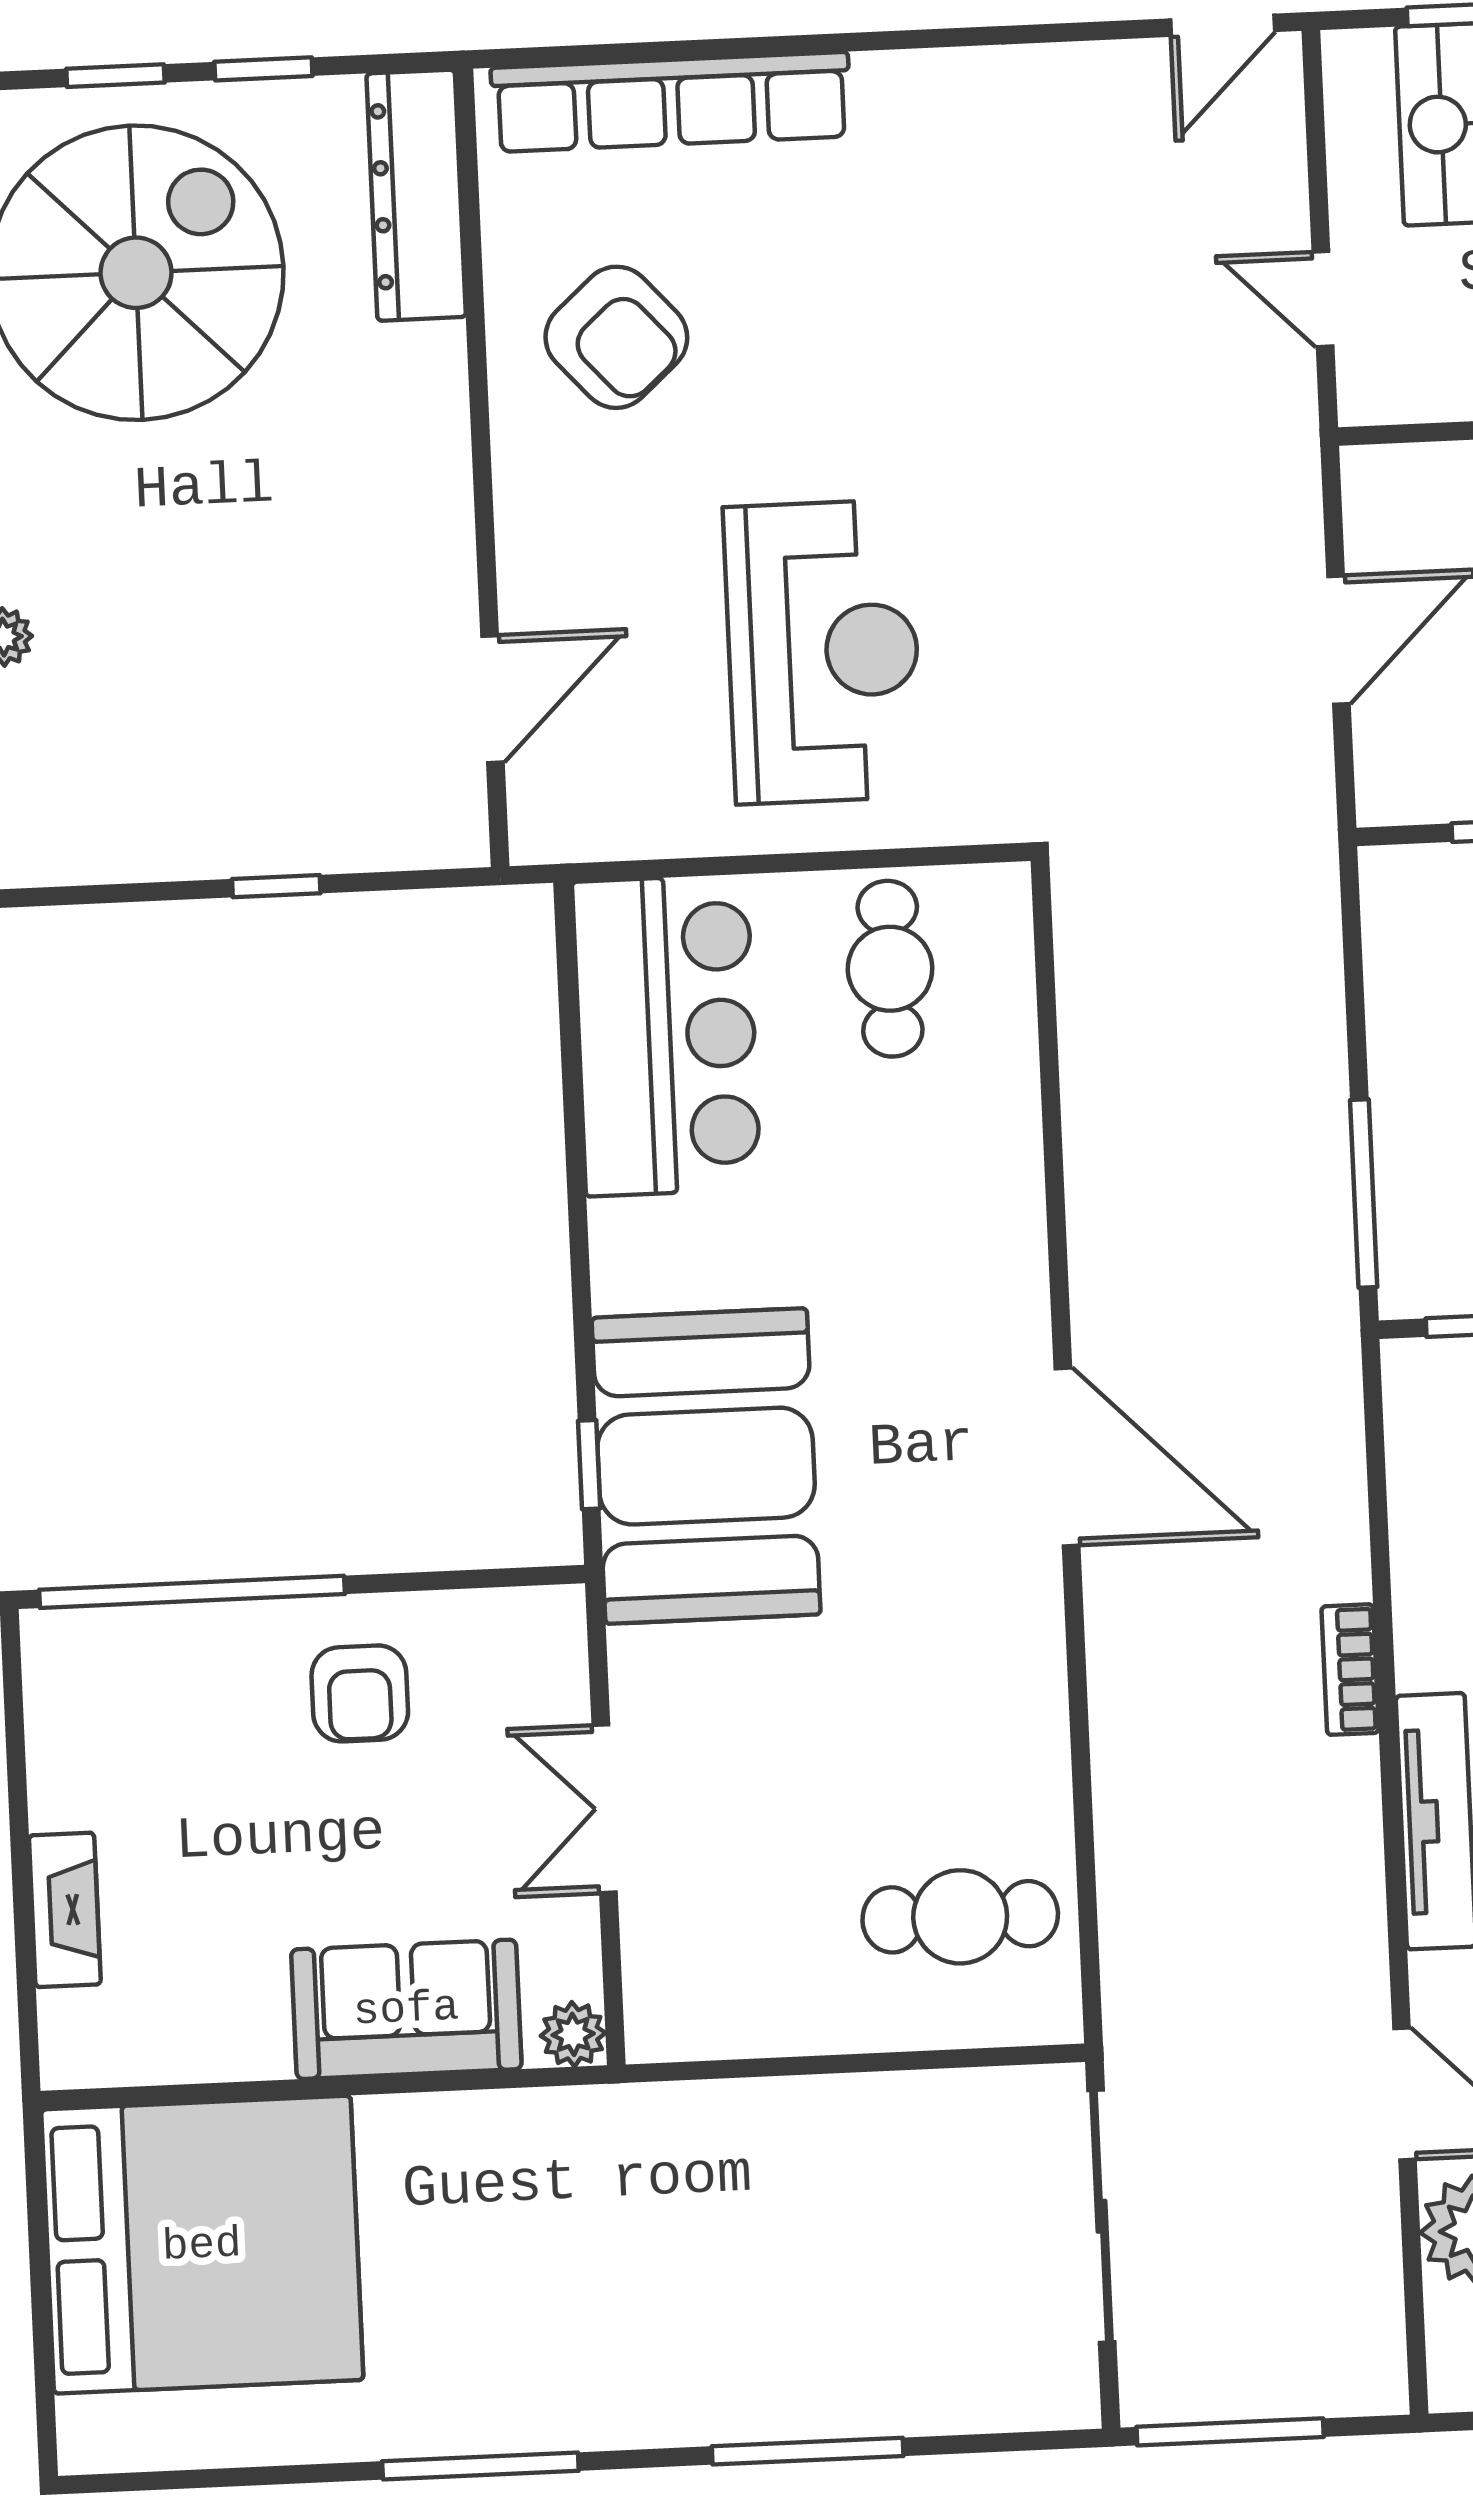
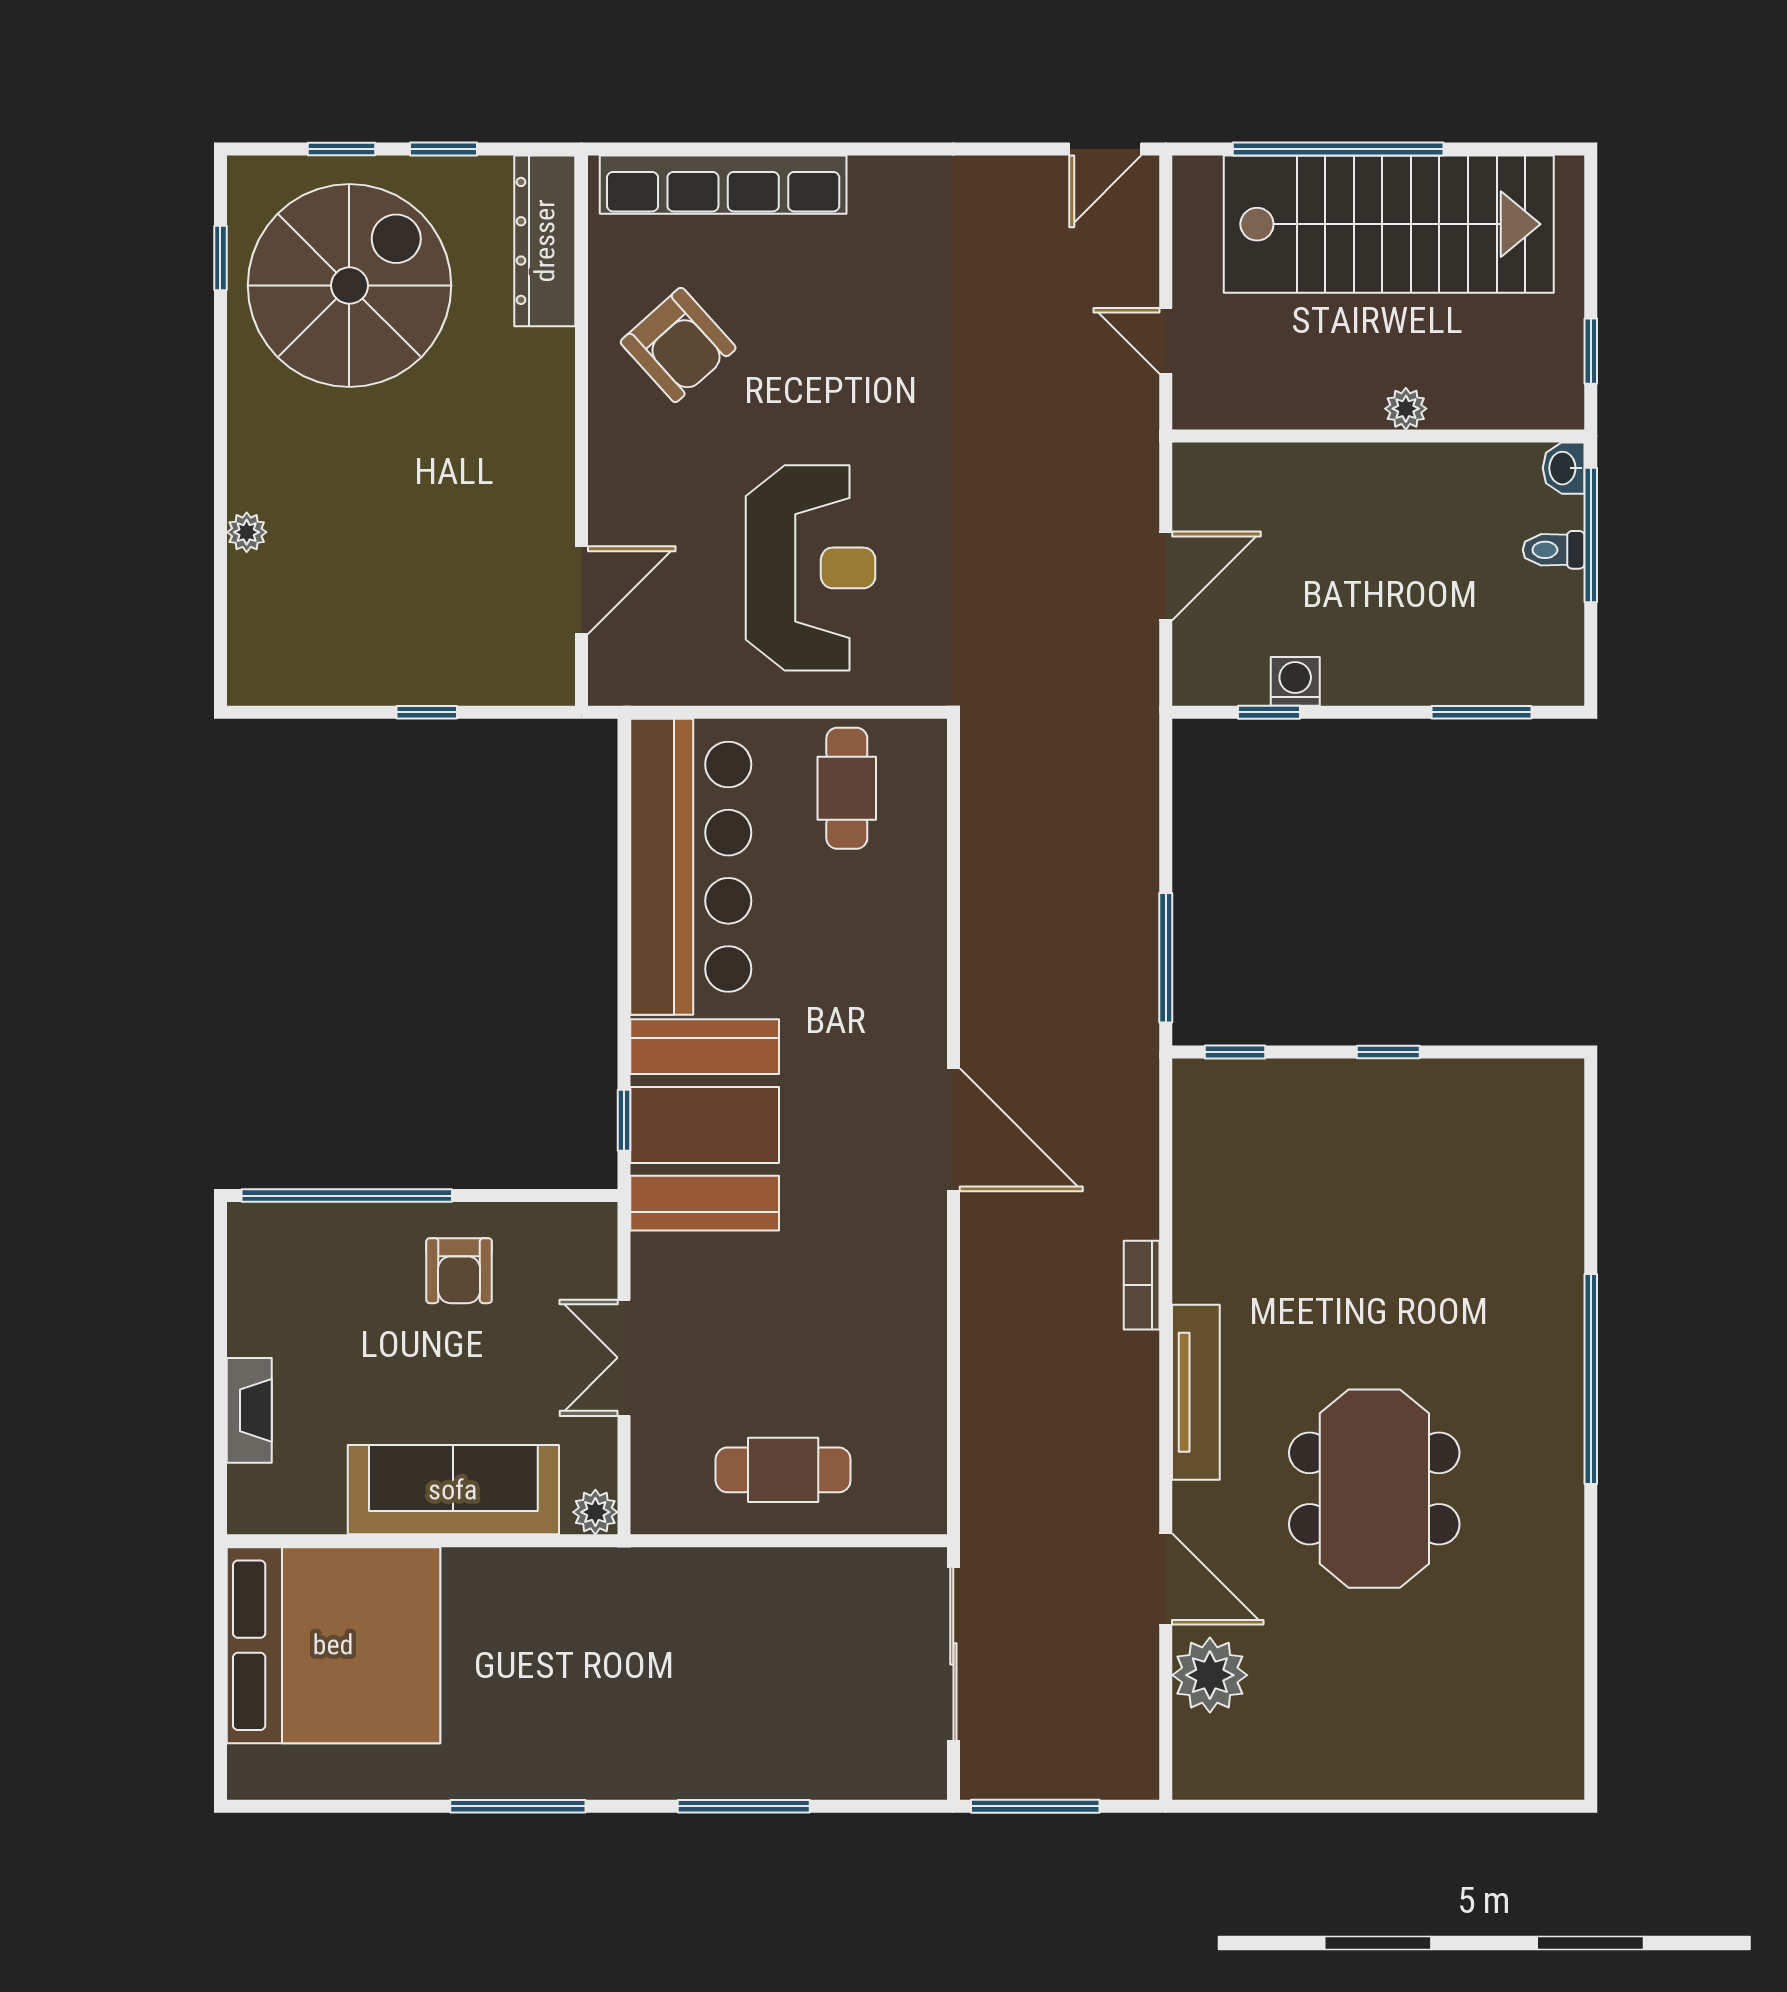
bar counter: (666, 1035) -> (691, 867), width x1.36
cafe table: (960, 1917) -> (783, 1470), moved
sofa: (406, 2009) -> (453, 1490), width x1.36

